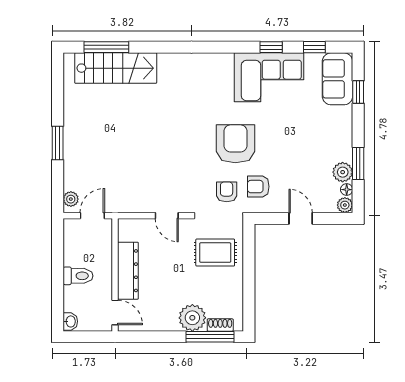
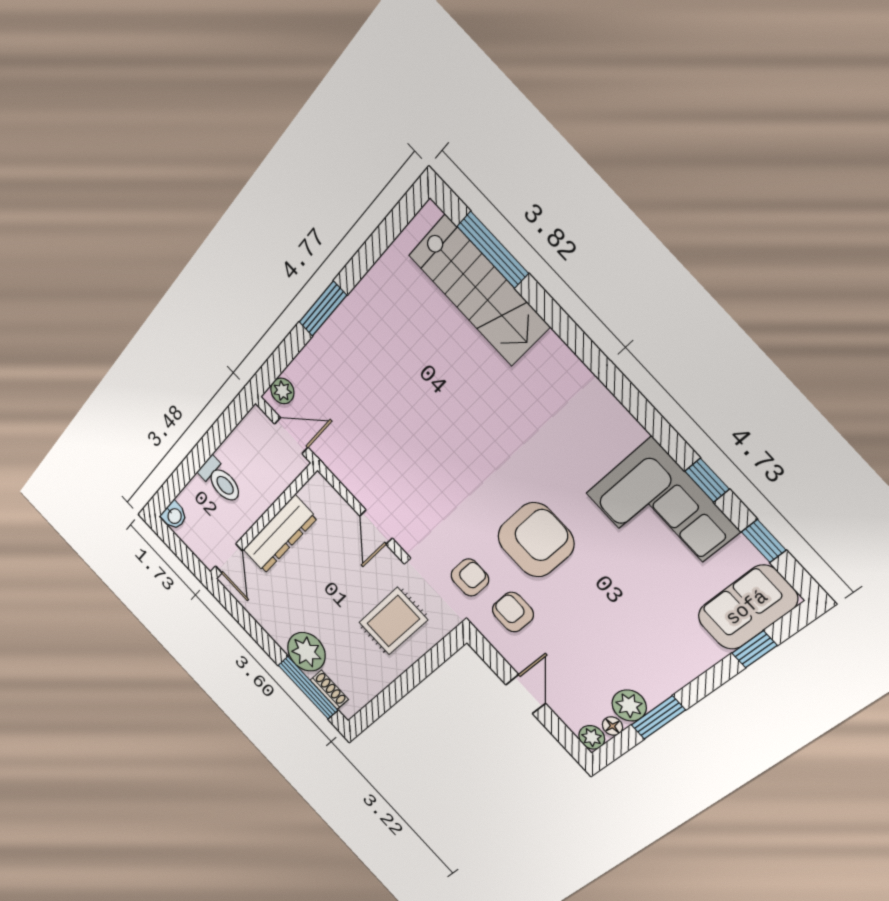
rug: (215, 253) -> (393, 621), turned 90

